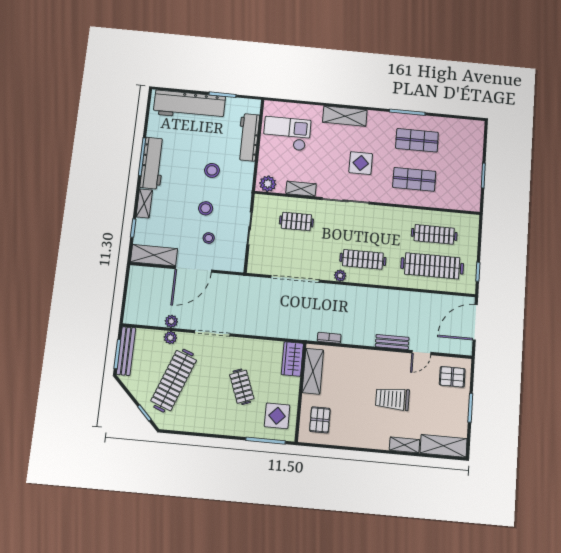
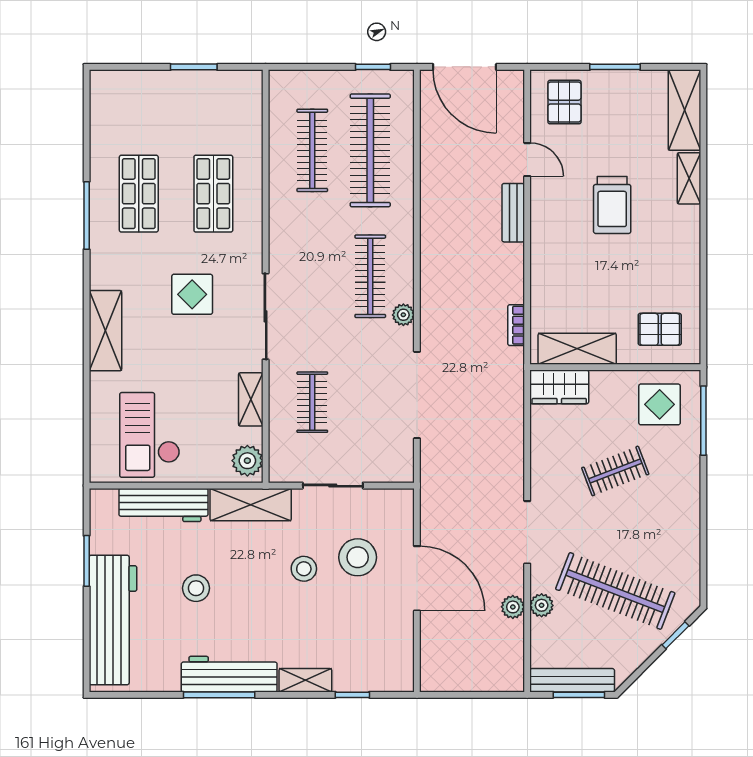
stool: (212, 170) -> (196, 588), moved
stool: (209, 238) -> (358, 557), width x1.89, depth x1.89
shelving: (154, 255) -> (251, 505), moved, turned 90

